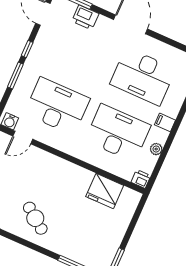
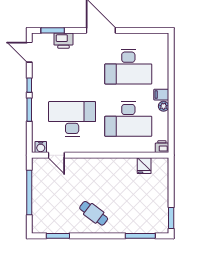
desk: (118, 133) -> (128, 119), turned 180
door: (23, 138) -> (56, 155), hinge flipped
plant: (156, 149) -> (164, 106), moved
fridge: (105, 191) -> (144, 166), width x0.53, depth x0.75

